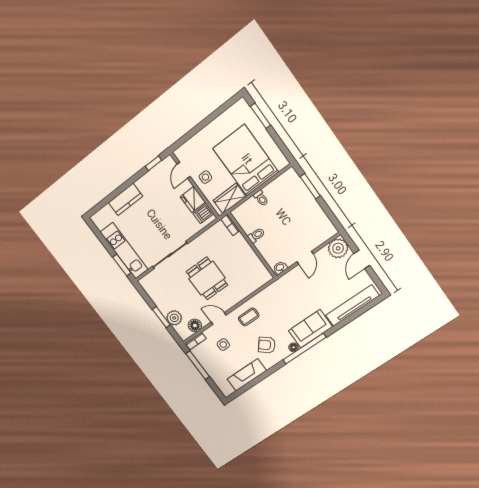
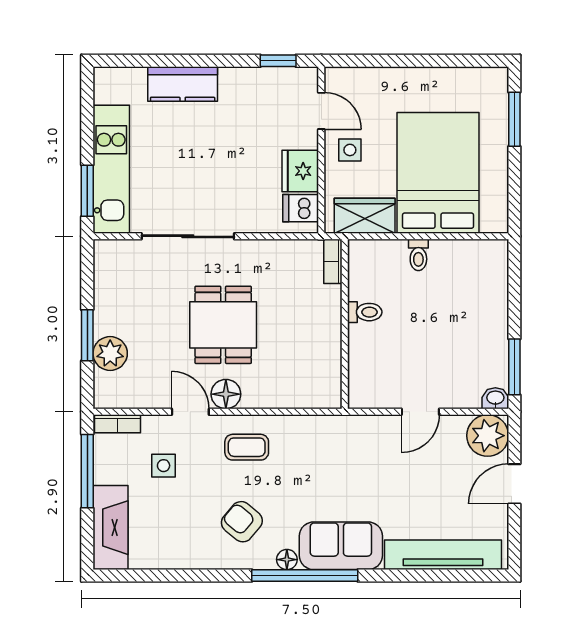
door: (184, 170) -> (321, 111), swing flipped
window: (310, 186) -> (514, 367), moved
washbasin: (280, 268) -> (495, 398), moved
floor lamp: (195, 325) -> (226, 394), moved
fireplace: (247, 375) -> (111, 528), moved, turned 90

